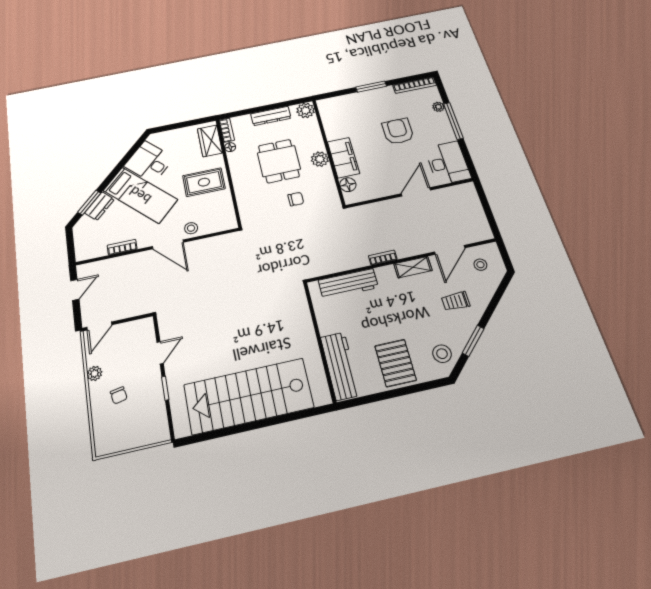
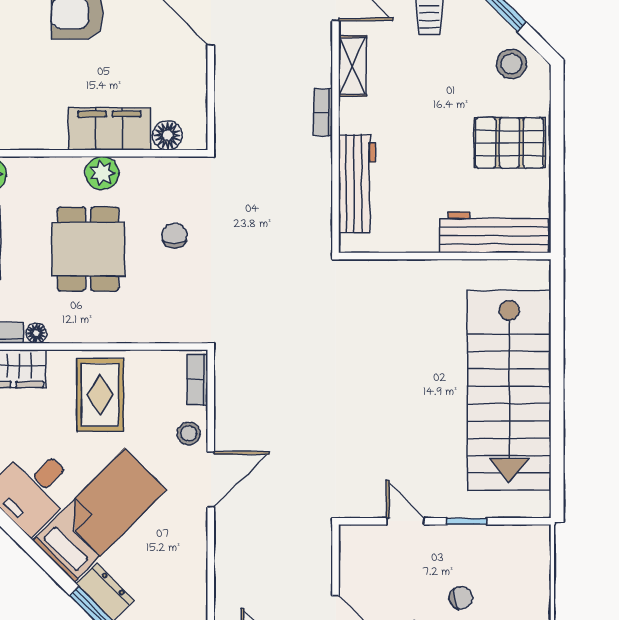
dining table: (279, 161) -> (88, 249), turned 90
bookcase: (122, 247) -> (197, 379), moved

